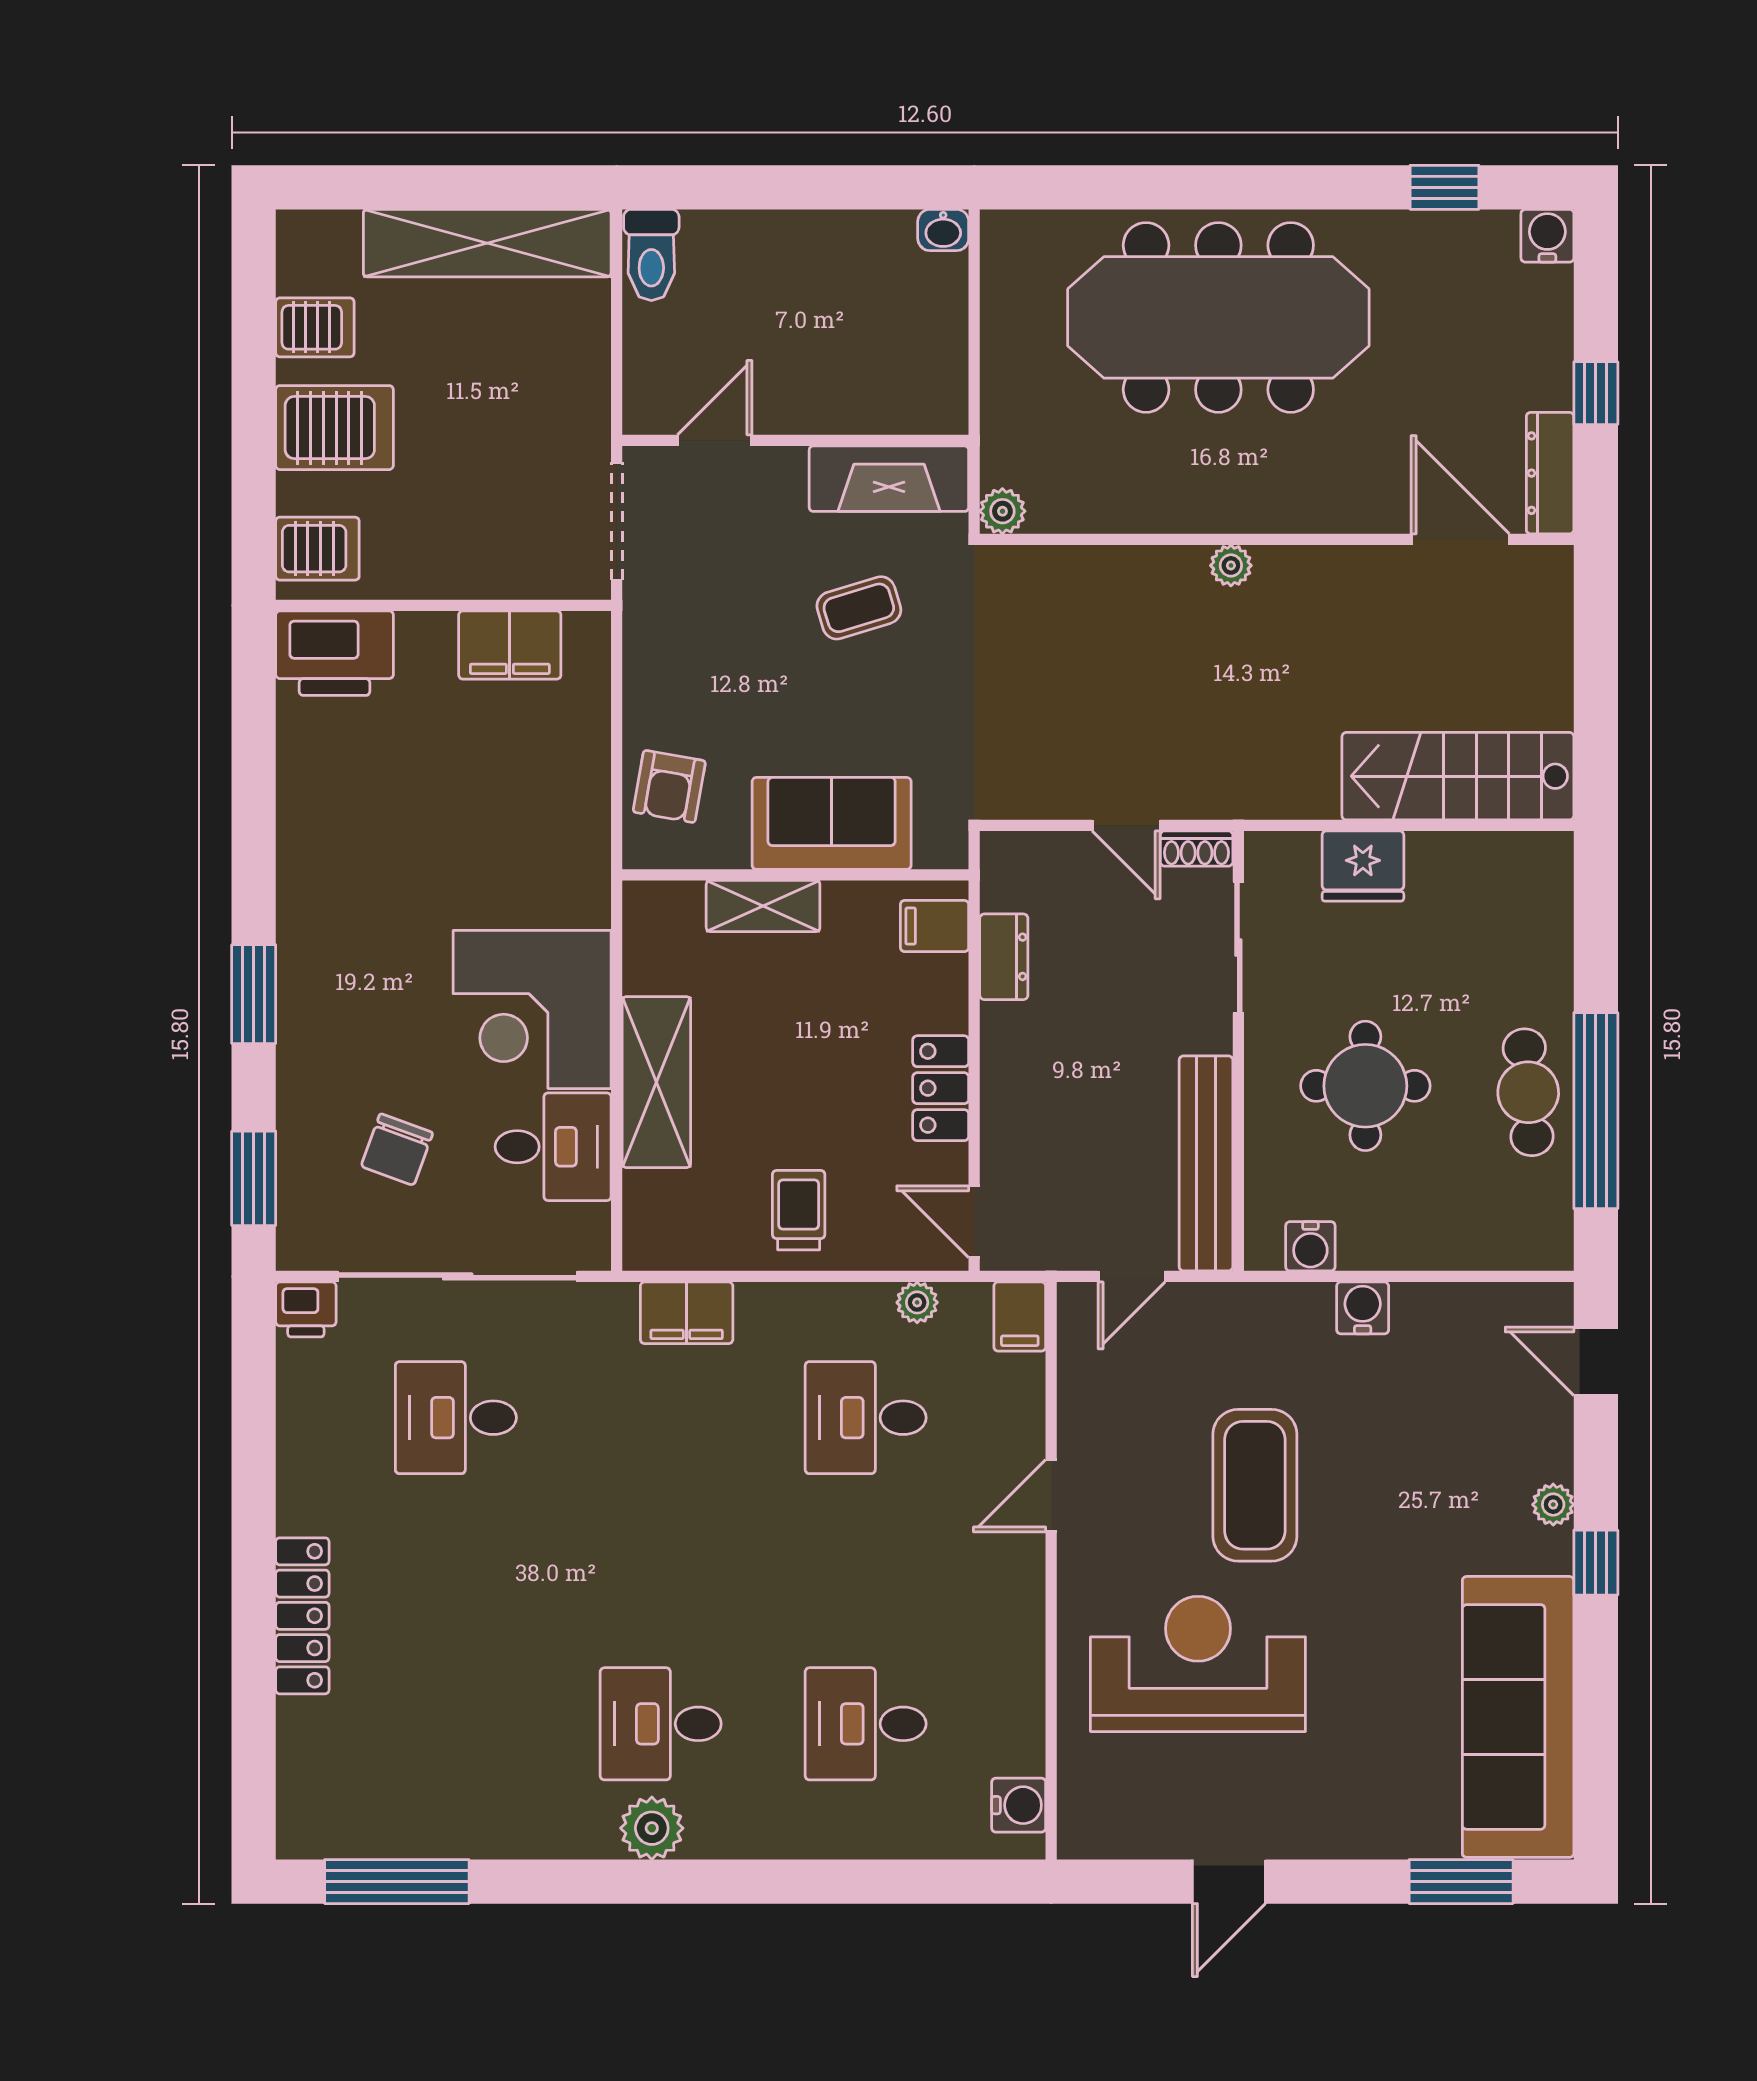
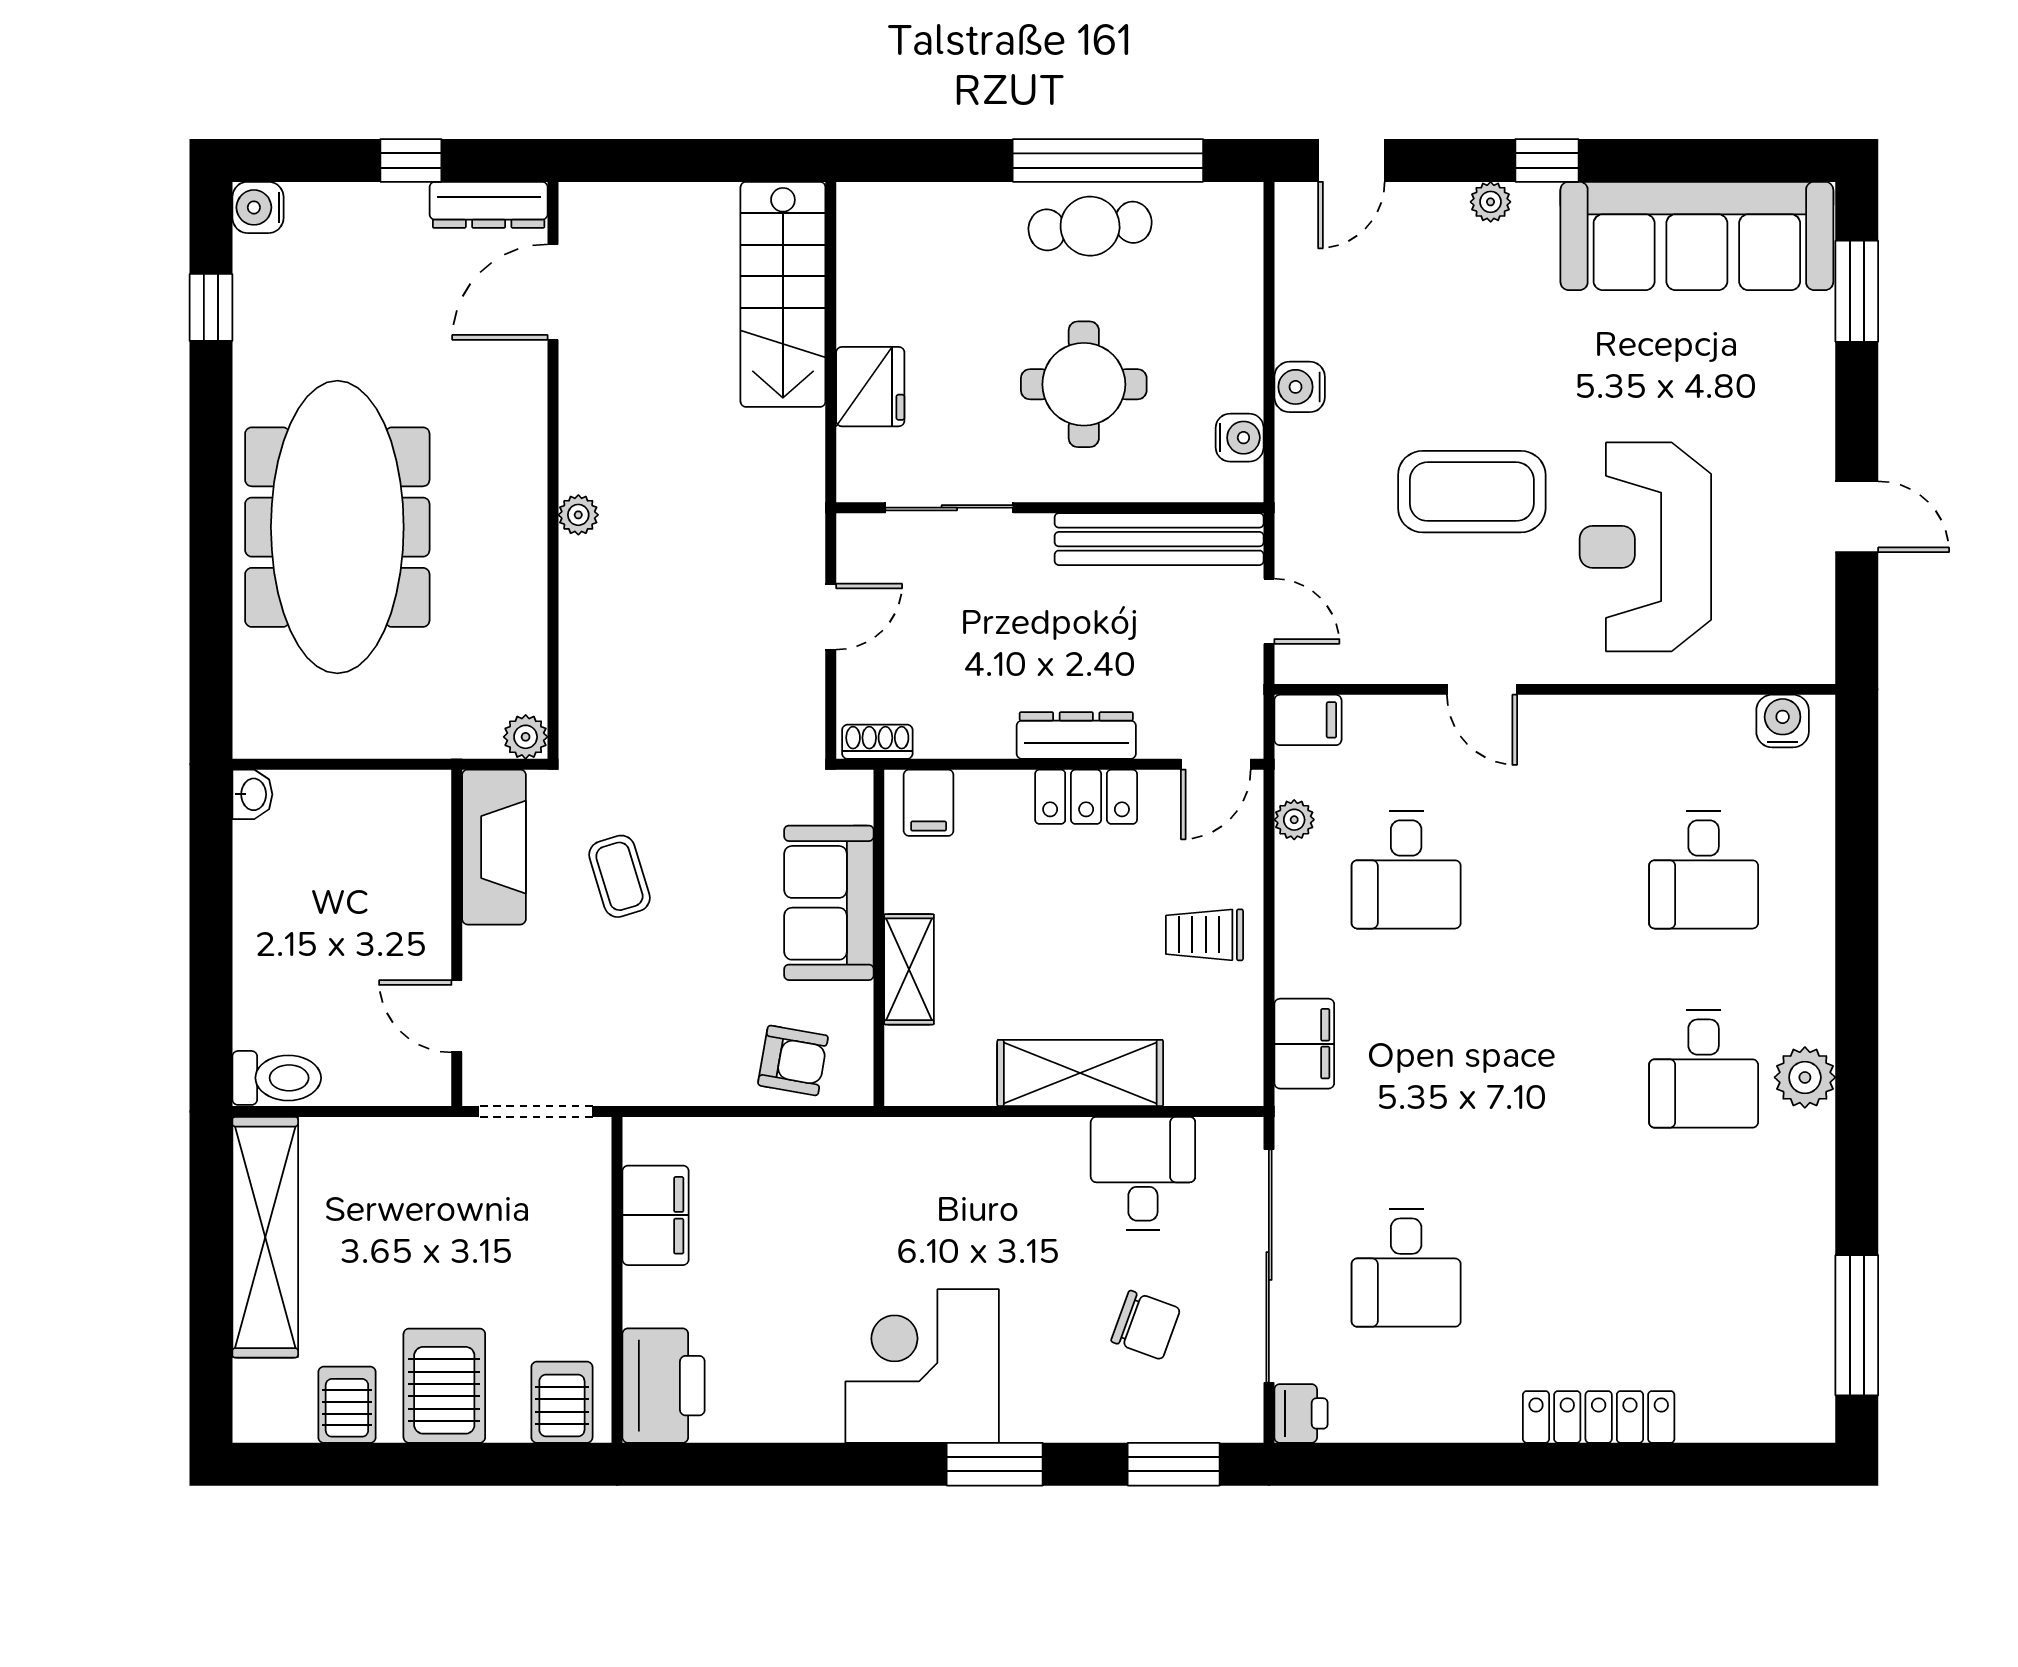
shoe rack: (1197, 849) -> (877, 742), moved, turned -90
dresser: (1004, 957) -> (1076, 735), moved, width x1.44
corner desk: (532, 1009) -> (922, 1366), moved, turned 180

